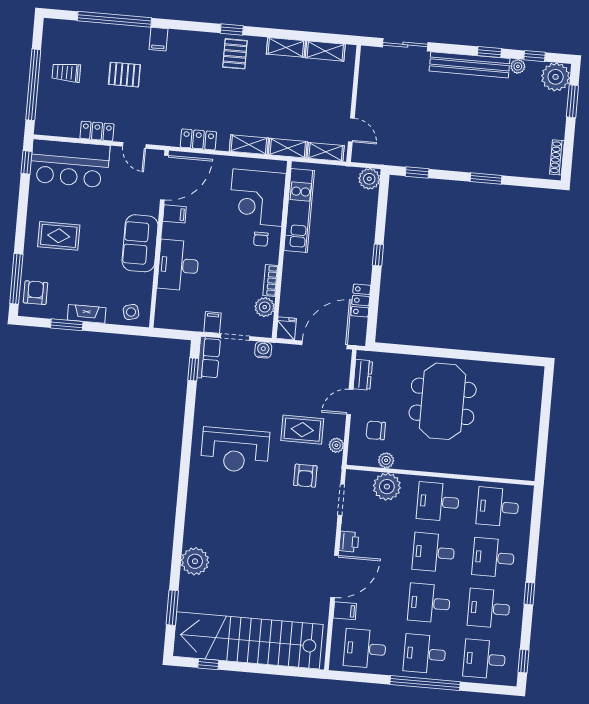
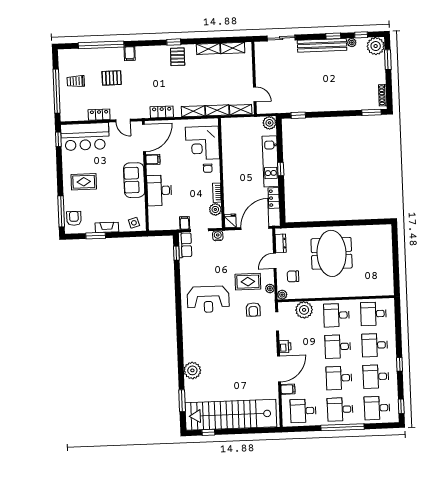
window: (486, 179) -> (372, 112), moved
kitchen unit: (299, 210) -> (270, 161), moved, turned 180
plant: (386, 460) -> (282, 295), moved

